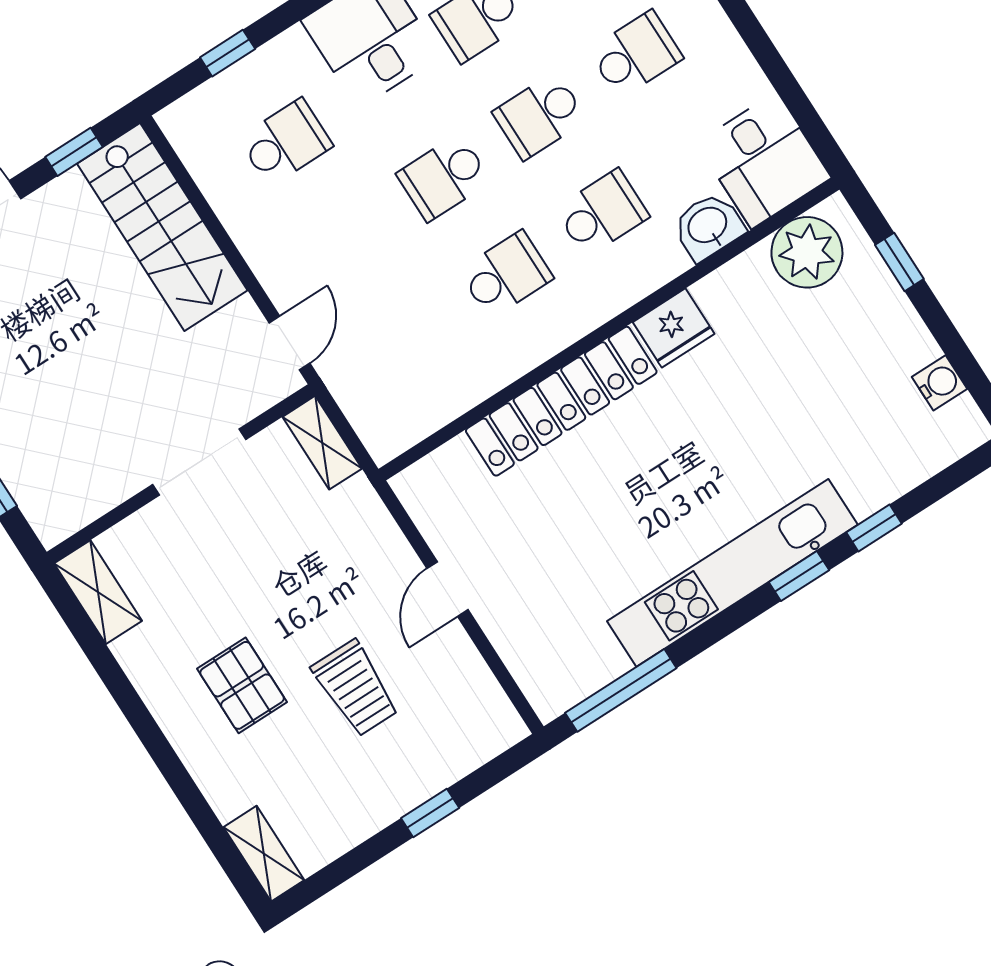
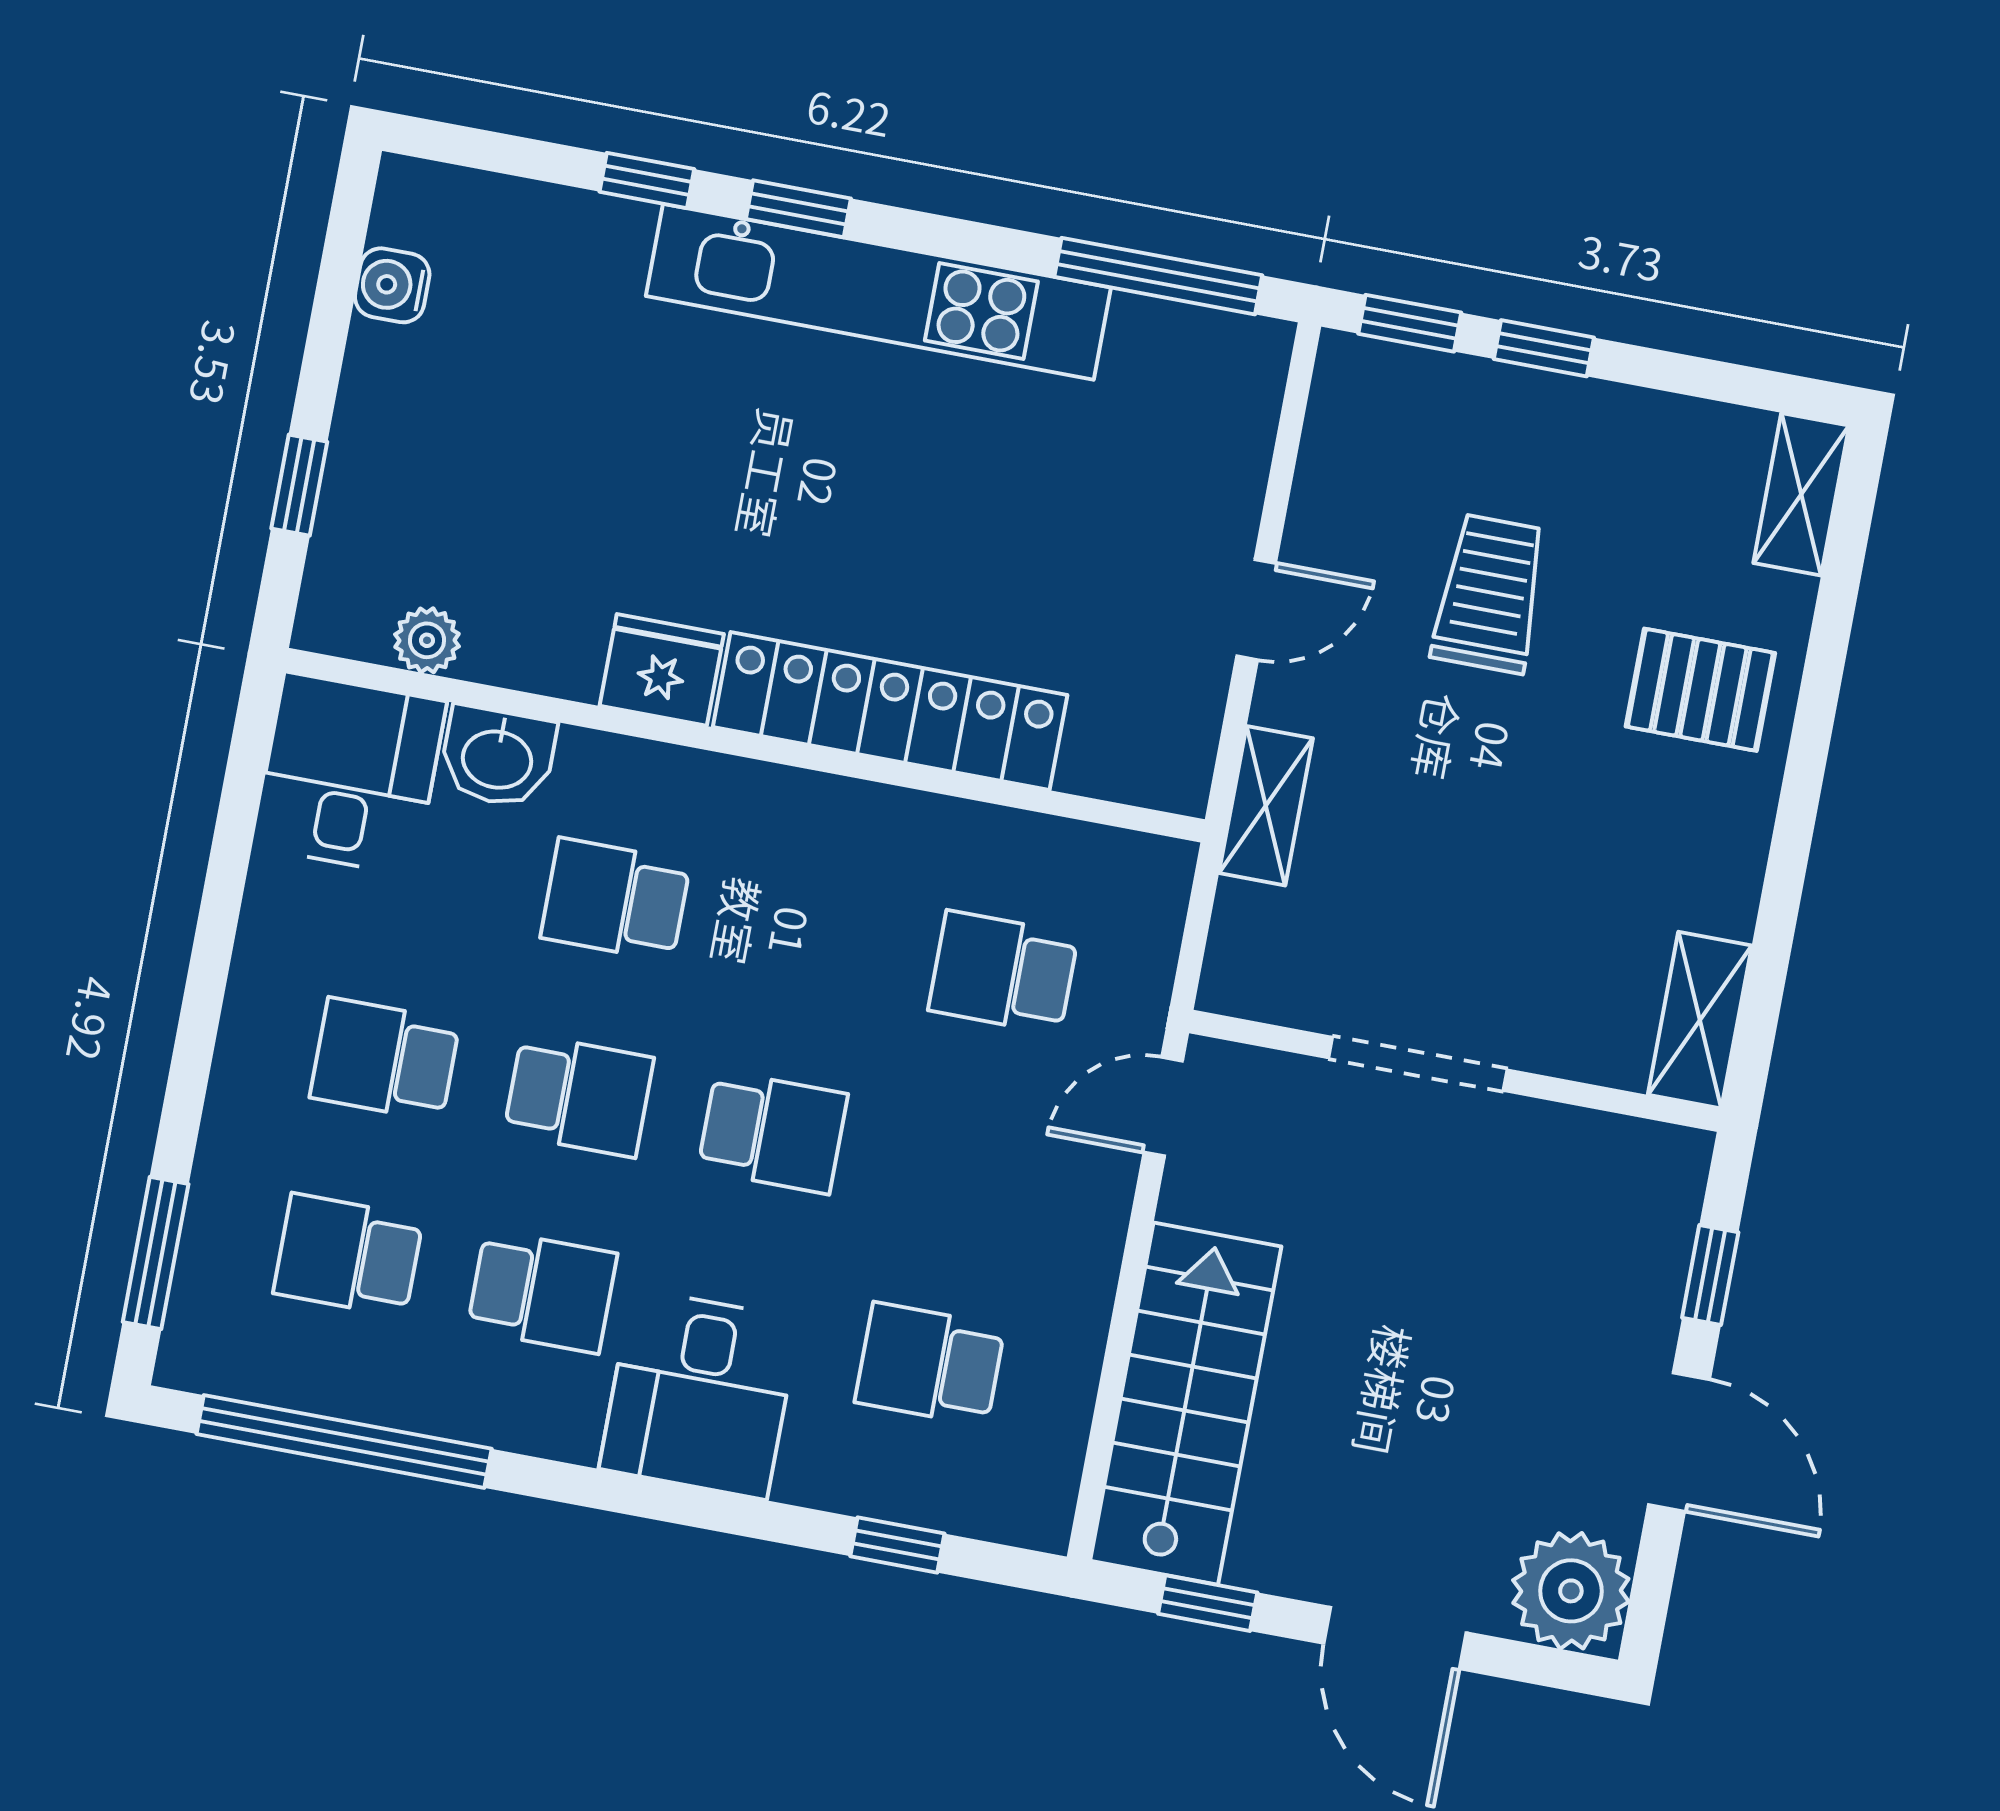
plant: (807, 252) -> (427, 640), width x0.53, depth x0.53
school desk: (506, 274) -> (1003, 972), moved
shelving: (322, 443) -> (1266, 806), moved
pallet: (242, 685) -> (1700, 690), moved, turned 90
window: (496, 770) -> (1410, 323), added

